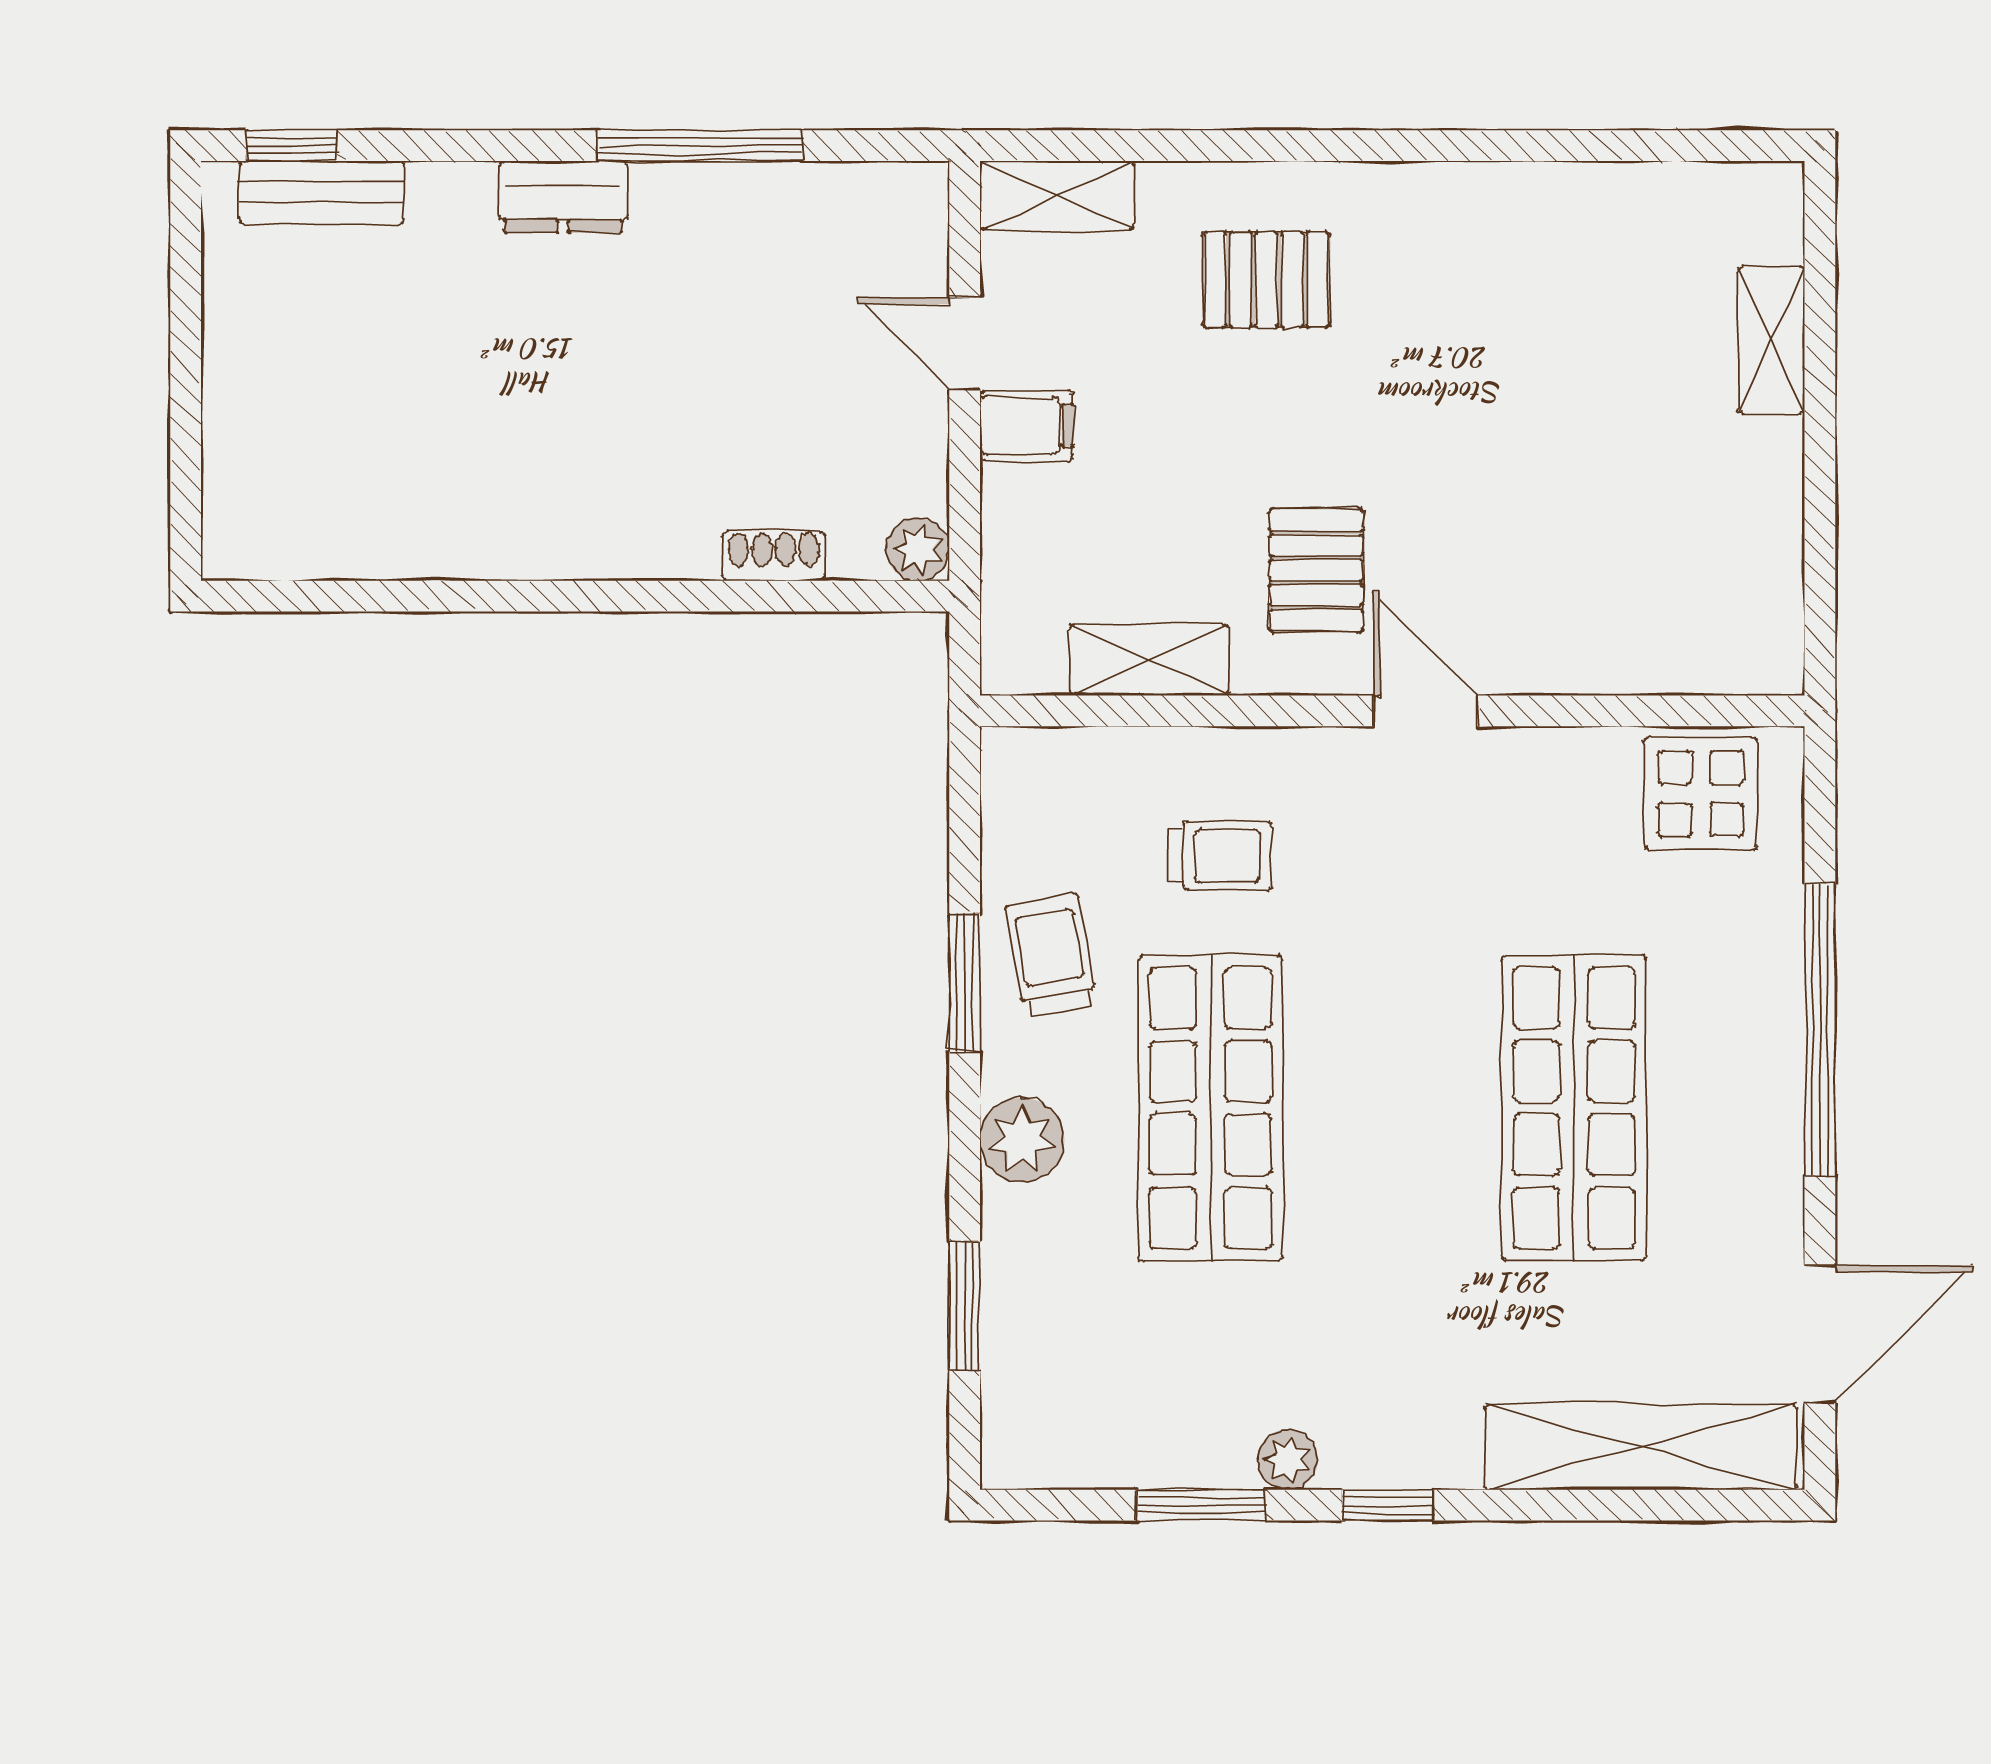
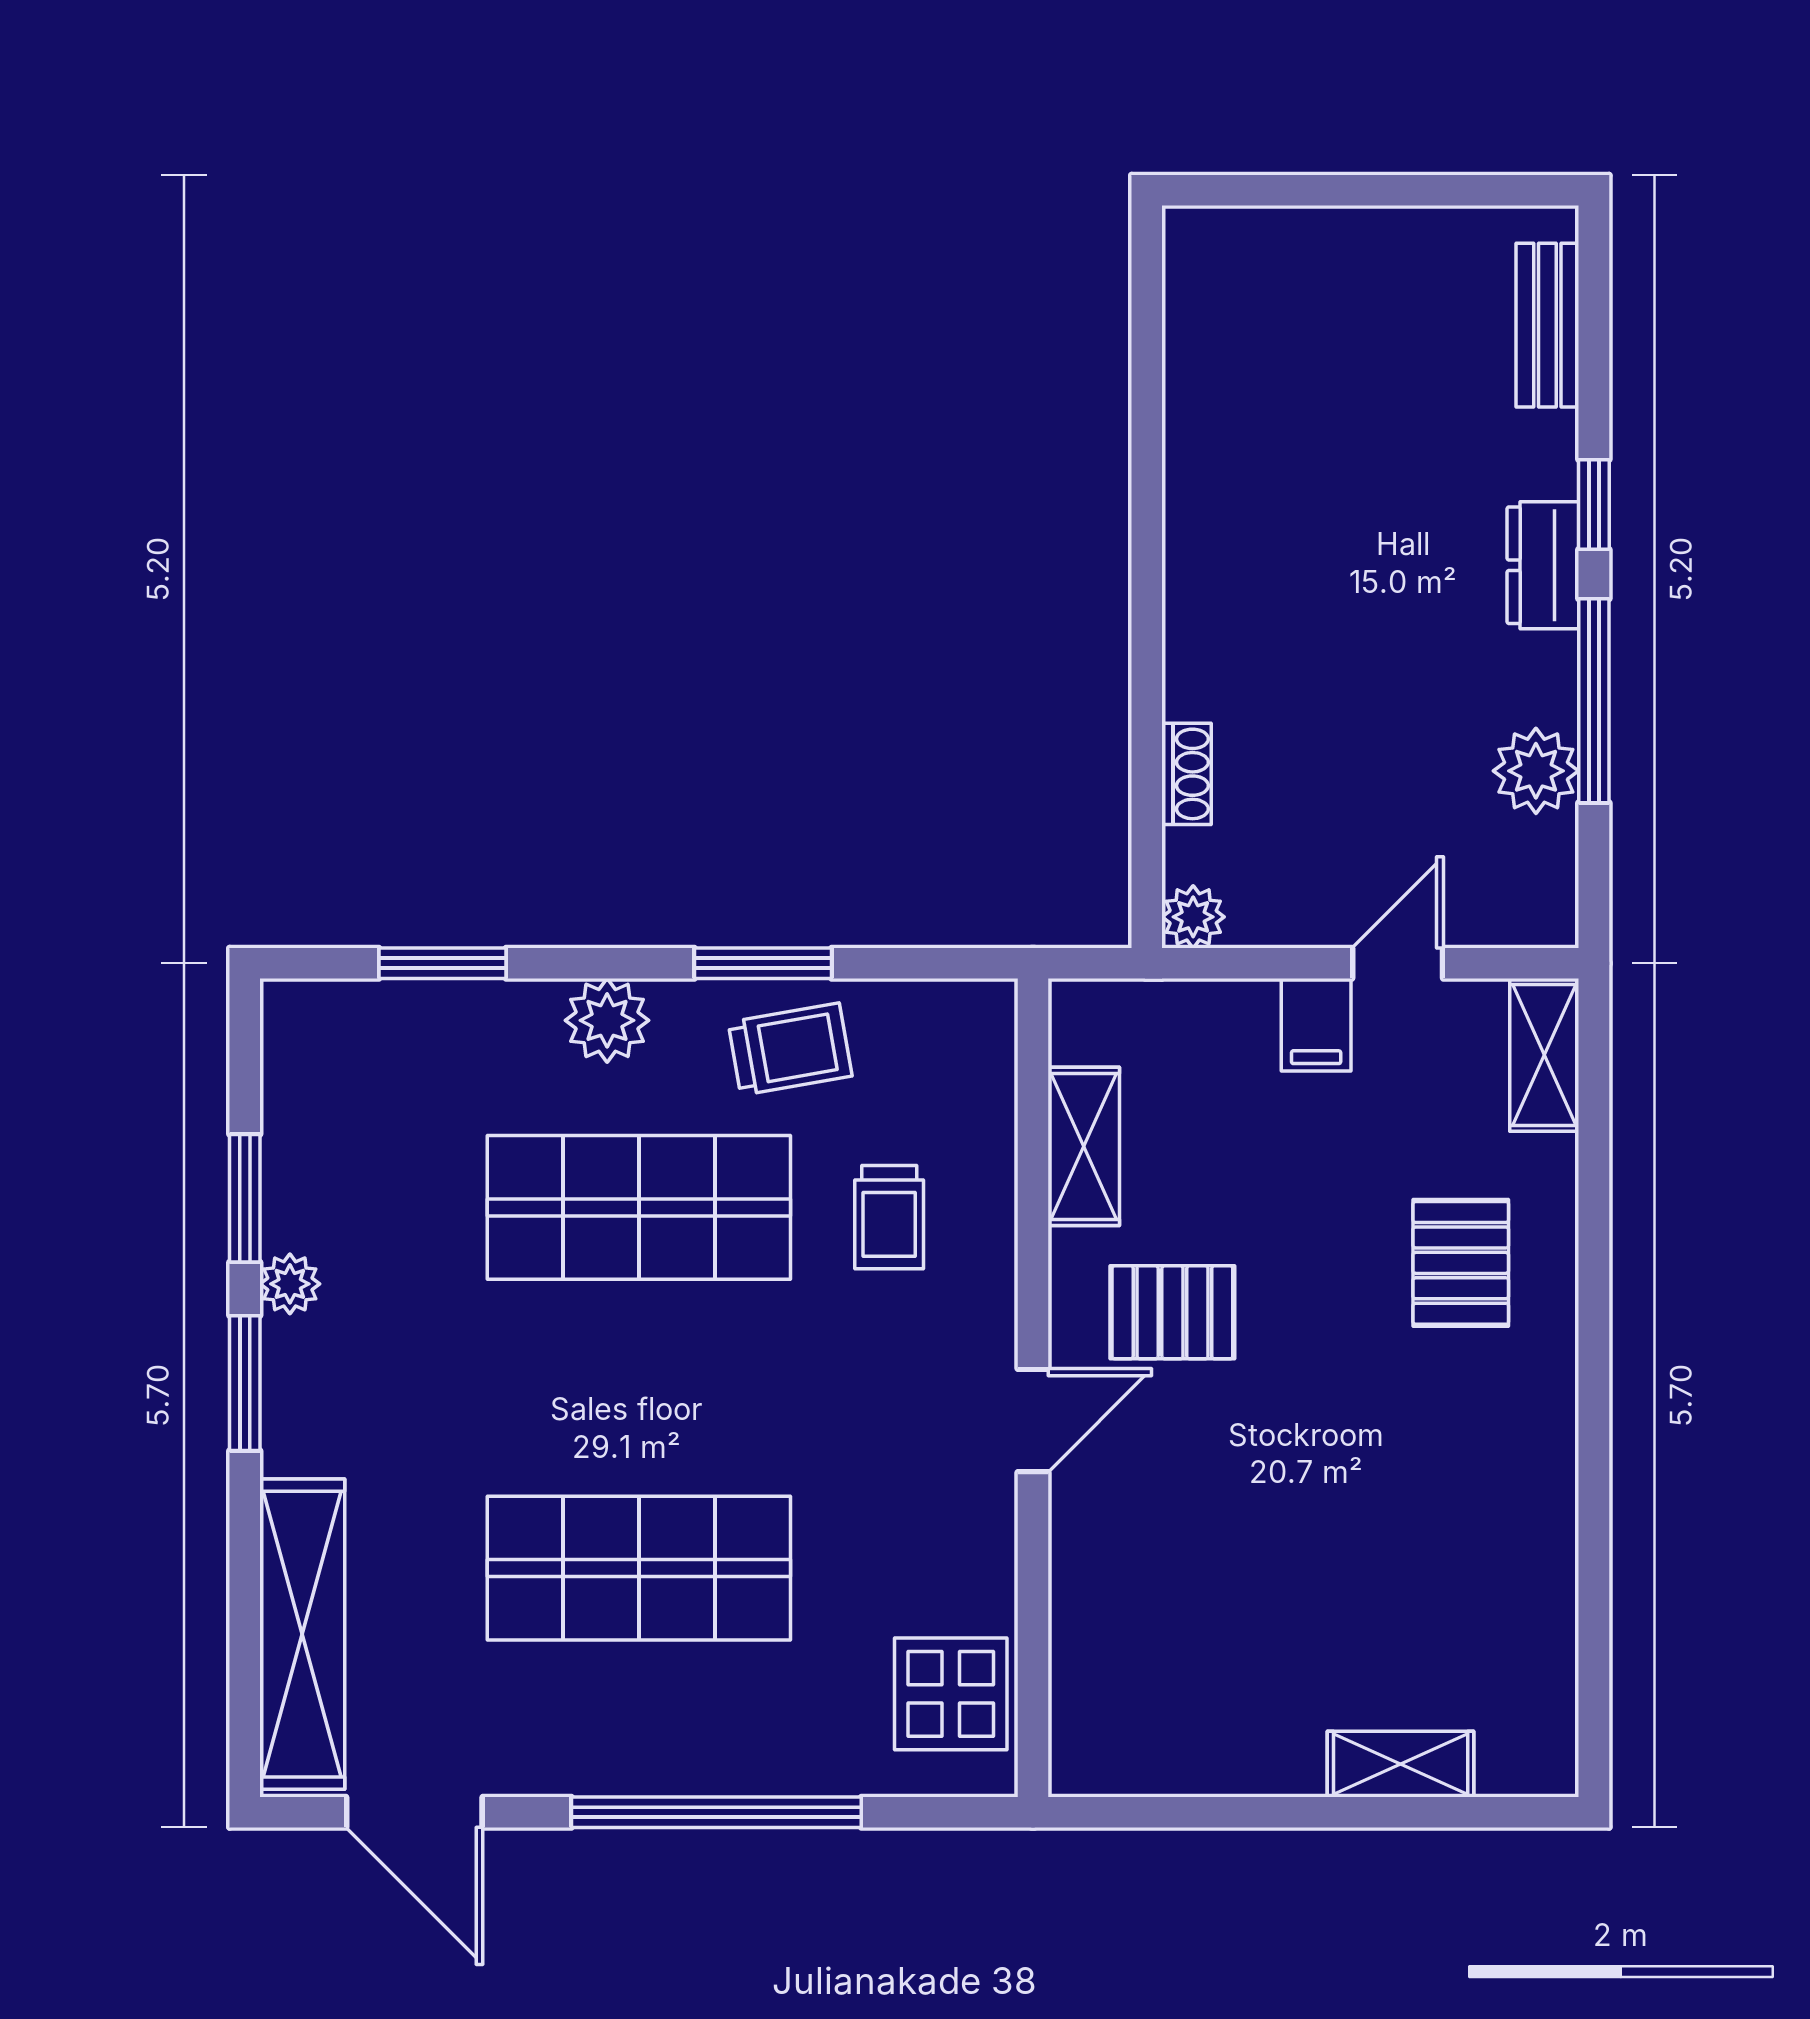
window: (292, 146) -> (1594, 504), moved
plant: (771, 204) -> (1536, 771), added
window: (1387, 1505) -> (245, 1383), width x1.50

